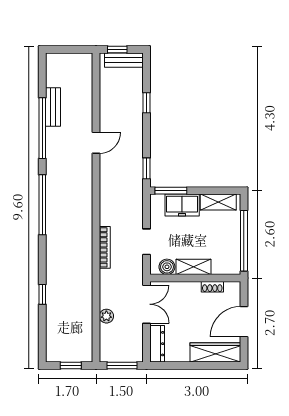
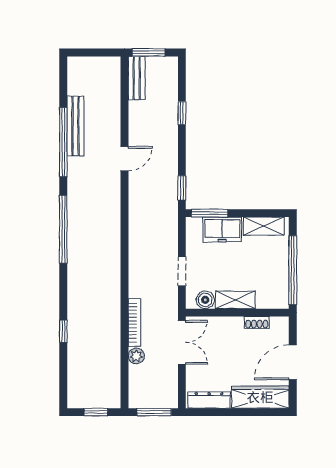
window: (117, 49) -> (149, 52), width x1.50
bench: (124, 60) -> (137, 78), moved, turned 90
bench: (53, 107) -> (75, 126), width x1.36
bookcase: (105, 247) -> (134, 322), moved
dresser: (157, 344) -> (209, 400), moved, turned -90

